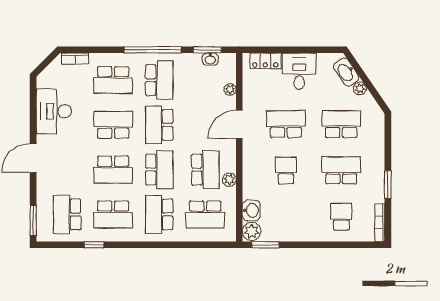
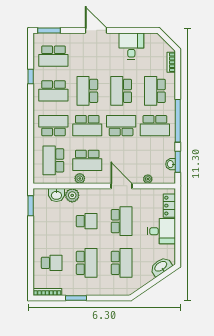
plant: (360, 89) -> (148, 277), removed
desk: (54, 111) -> (131, 46), width x0.73
school desk: (113, 125) -> (121, 91), turned 180
school desk: (67, 214) -> (53, 56), turned 180
school desk: (113, 214) -> (53, 91), turned -90
plant: (252, 231) -> (72, 195), moved

